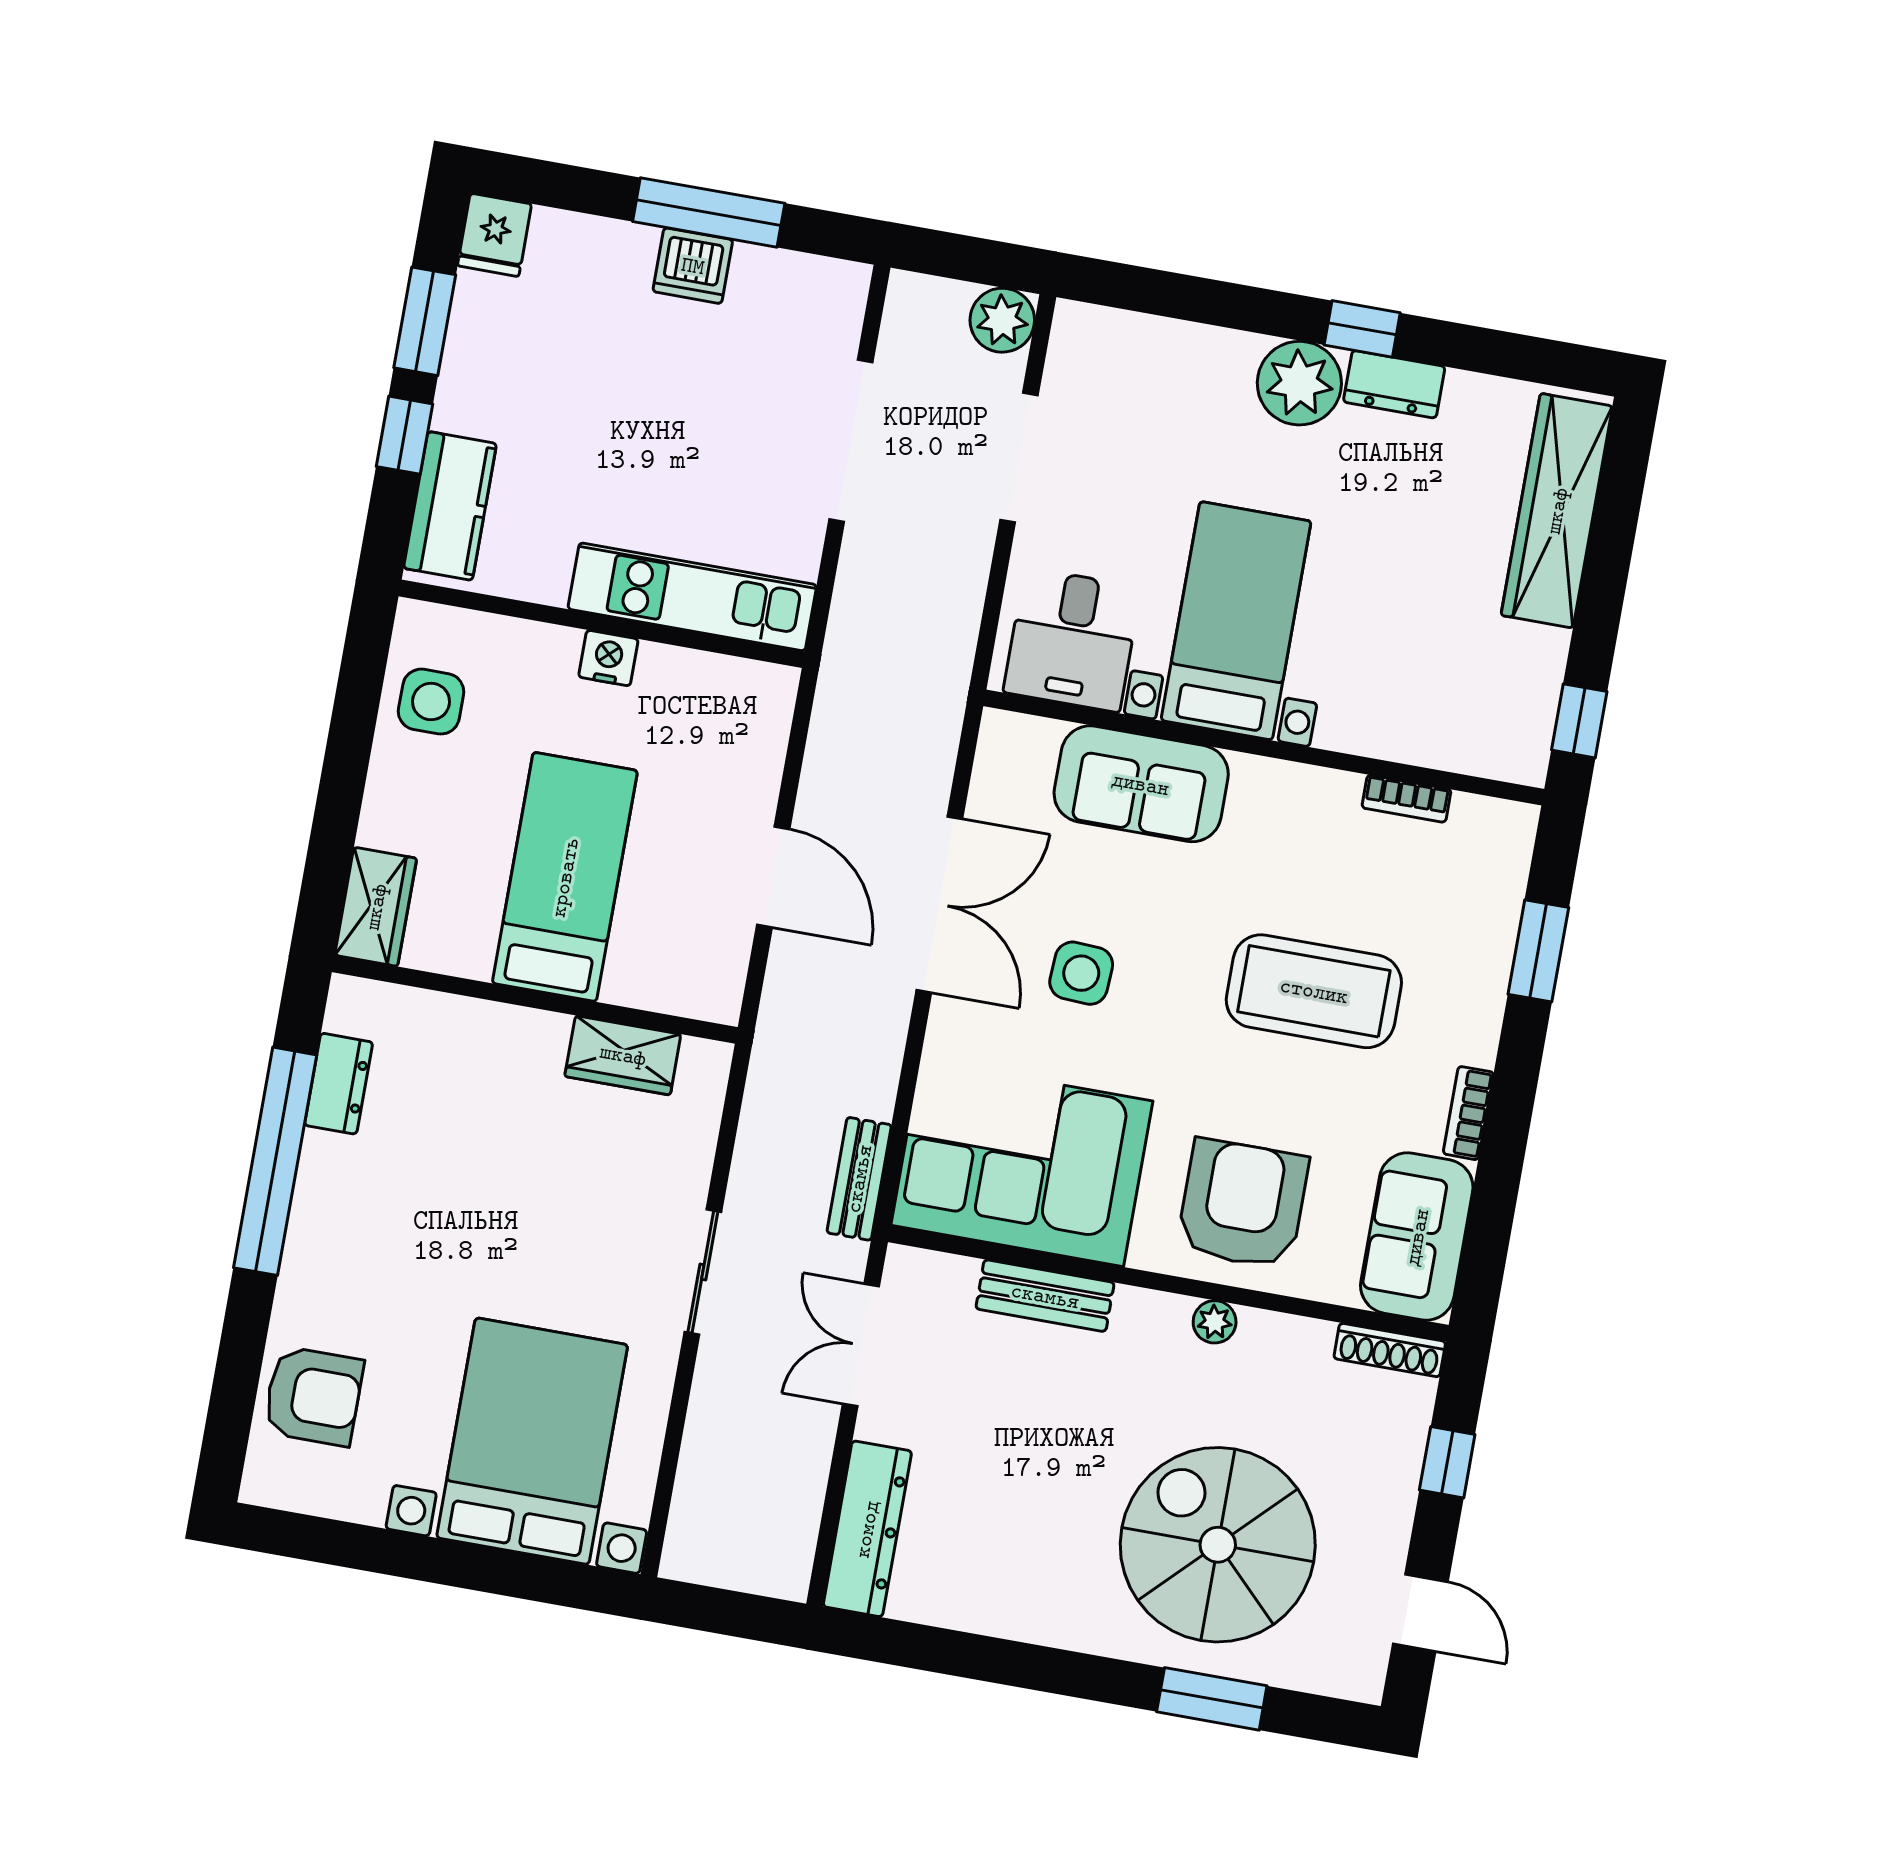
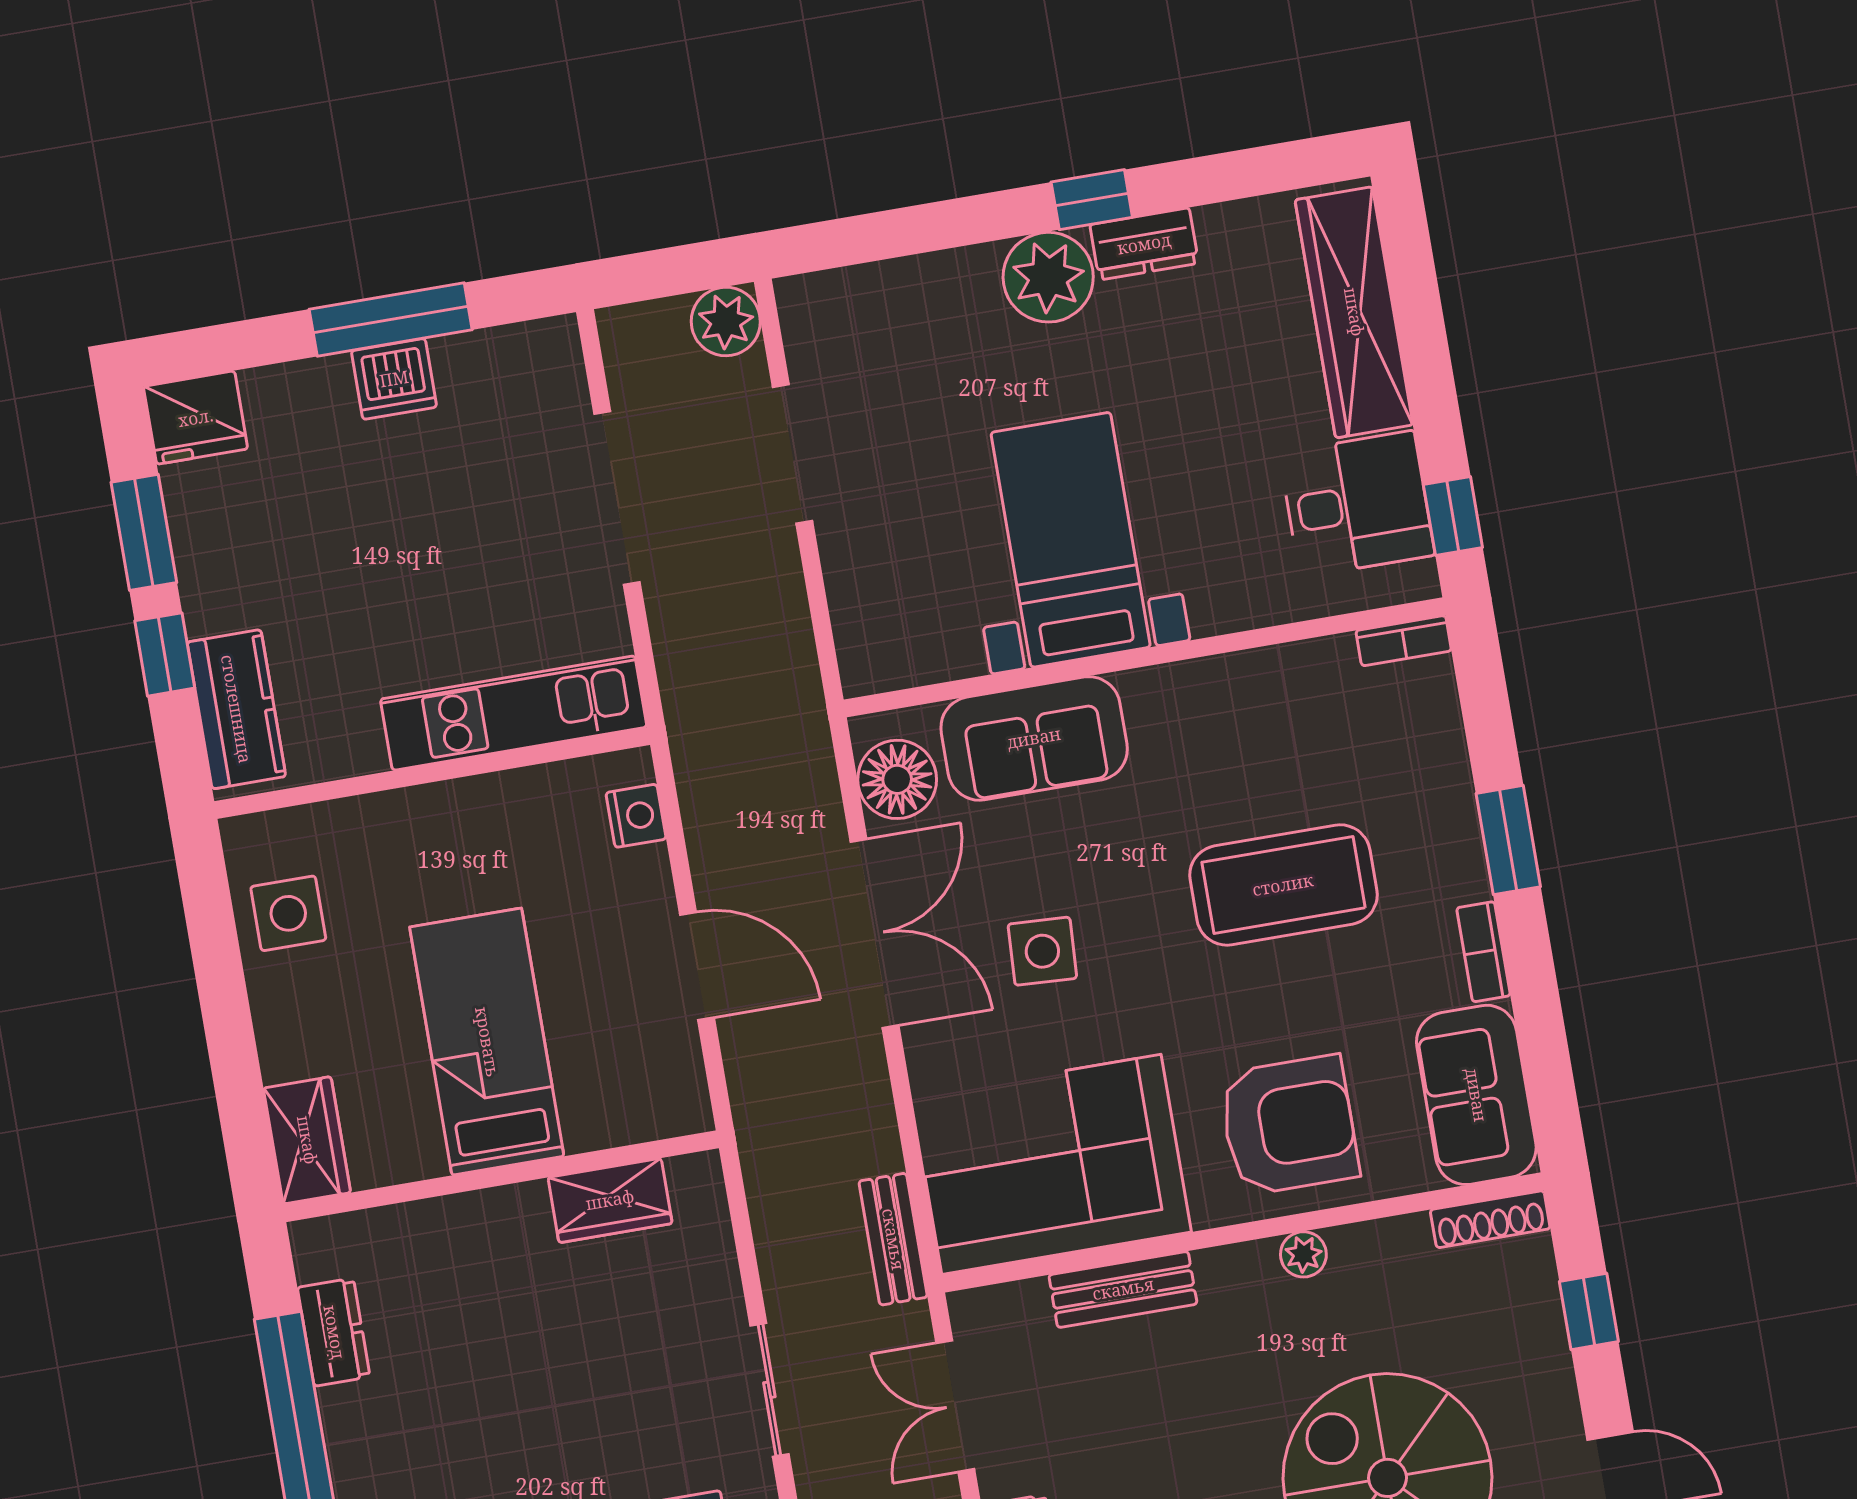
fridge: (495, 235) -> (196, 418), width x1.38
desk: (1072, 640) -> (1357, 504), moved, turned -90
nightstand: (608, 658) -> (636, 816), moved, turned 90
floor lamp: (1008, 776) -> (897, 779), added
bookcase: (1406, 799) -> (1404, 641), moved
window: (1538, 951) -> (1508, 840), moved
armchair: (1243, 1204) -> (1289, 1125), turned 90

